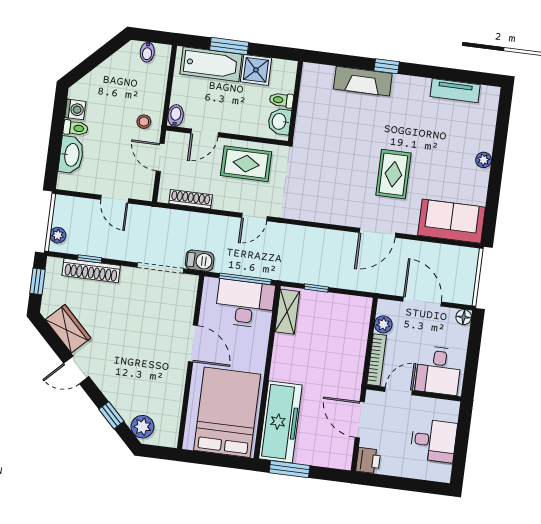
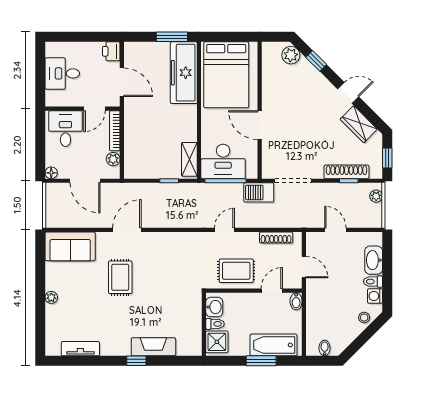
shower: (256, 70) -> (217, 342), moved
stool: (144, 122) -> (364, 318), moved
barbecue: (200, 261) -> (259, 192), width x1.38, depth x1.27

